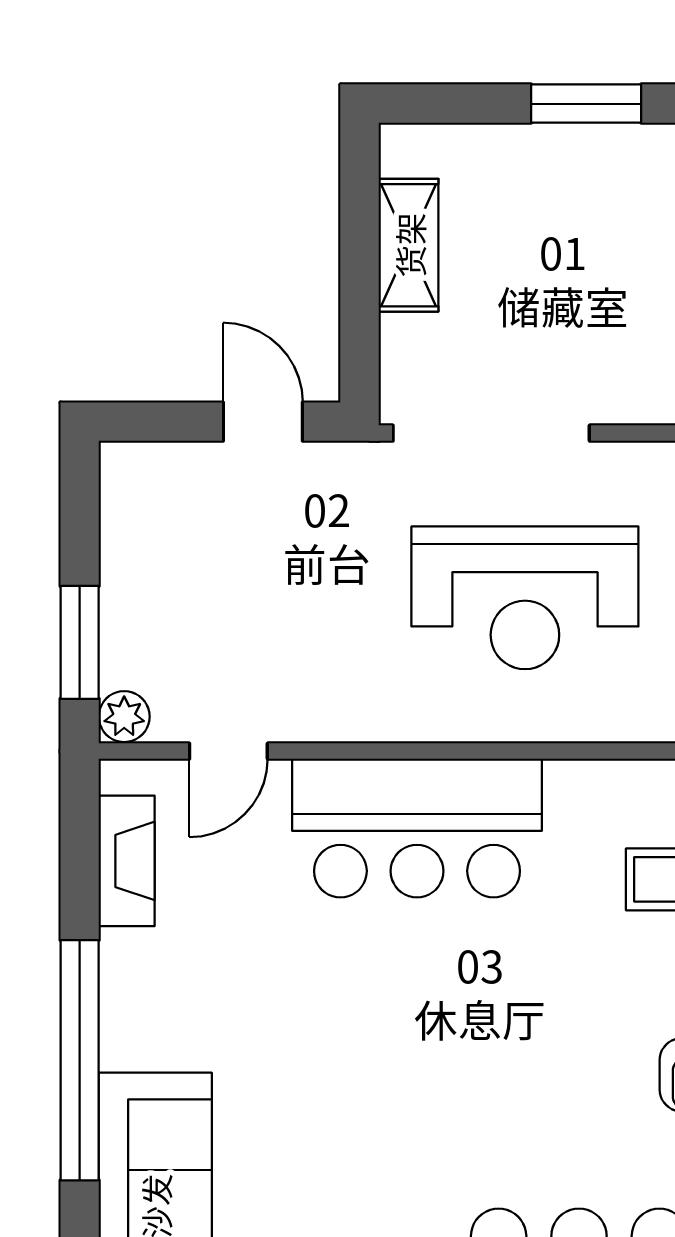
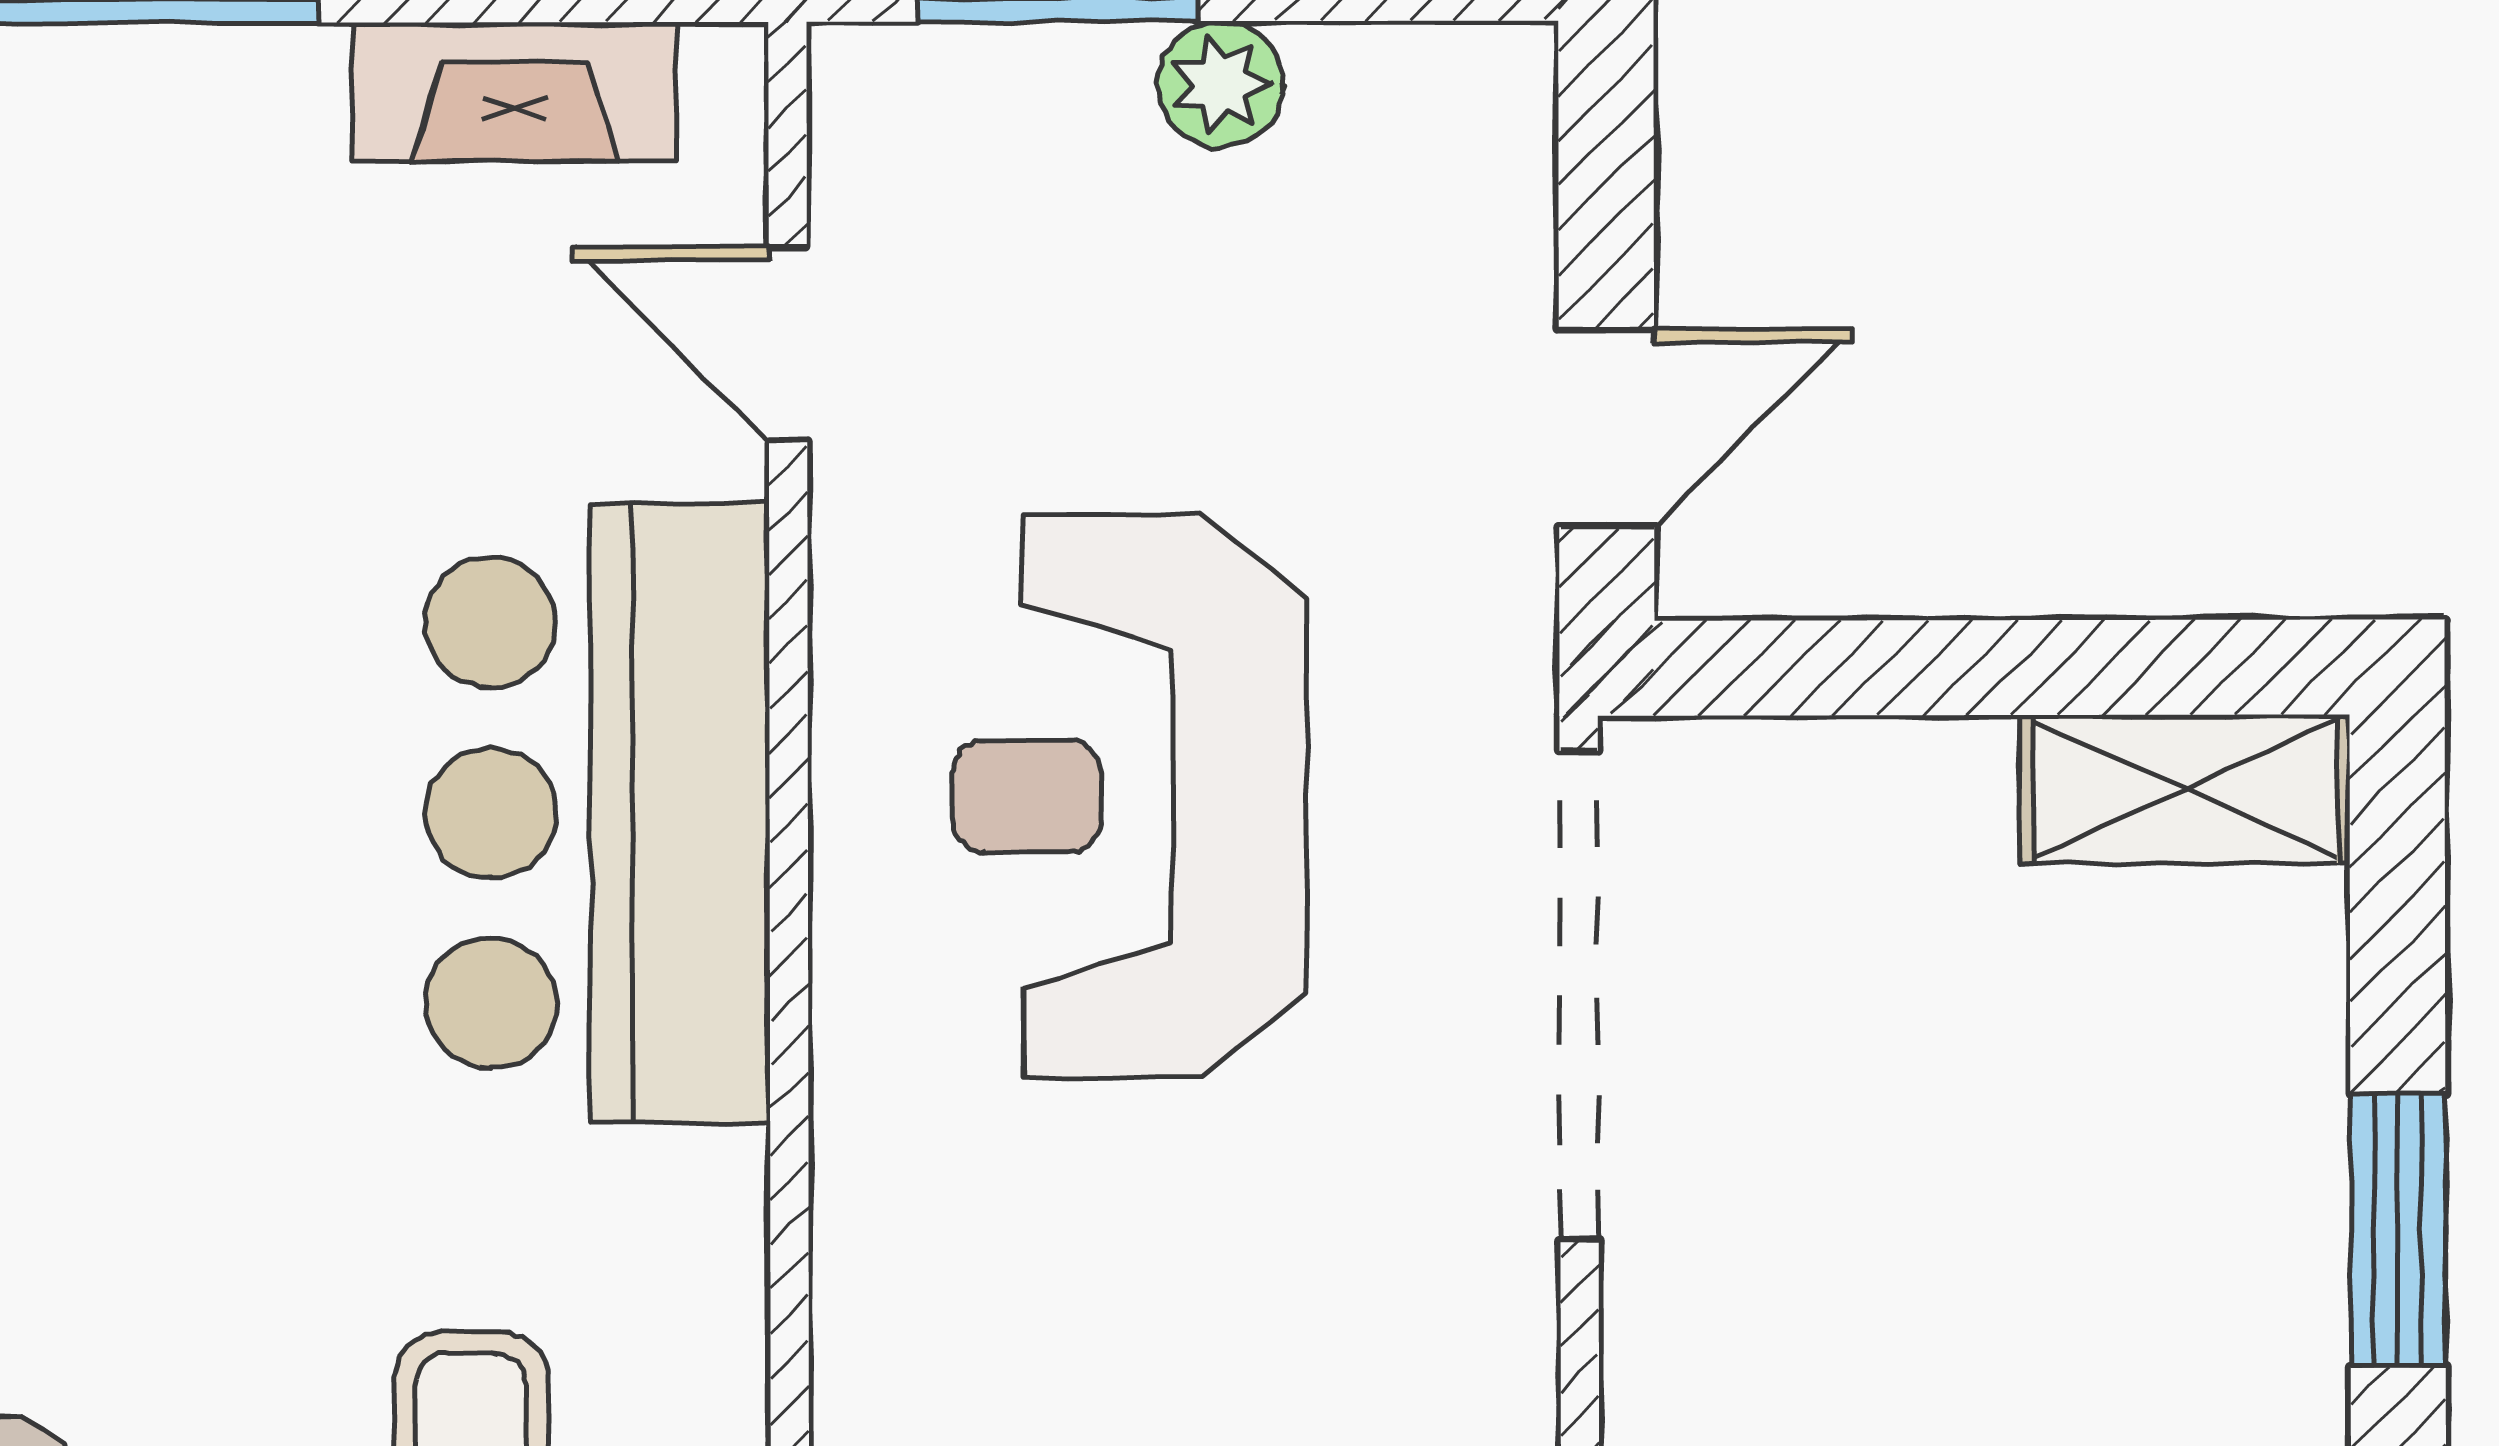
shelving: (409, 245) -> (2185, 789), moved
reception desk: (525, 598) -> (1129, 796), moved
plant: (124, 717) -> (1220, 84), moved

